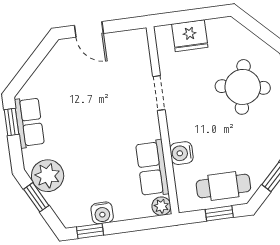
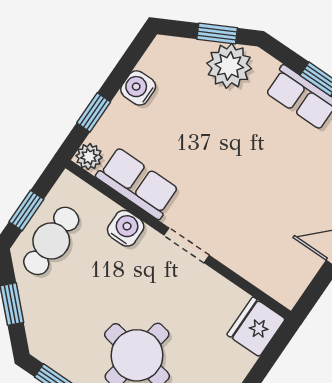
fridge: (190, 36) -> (256, 327), moved
doorway: (159, 93) -> (187, 245), moved
window: (90, 231) -> (94, 112), moved

